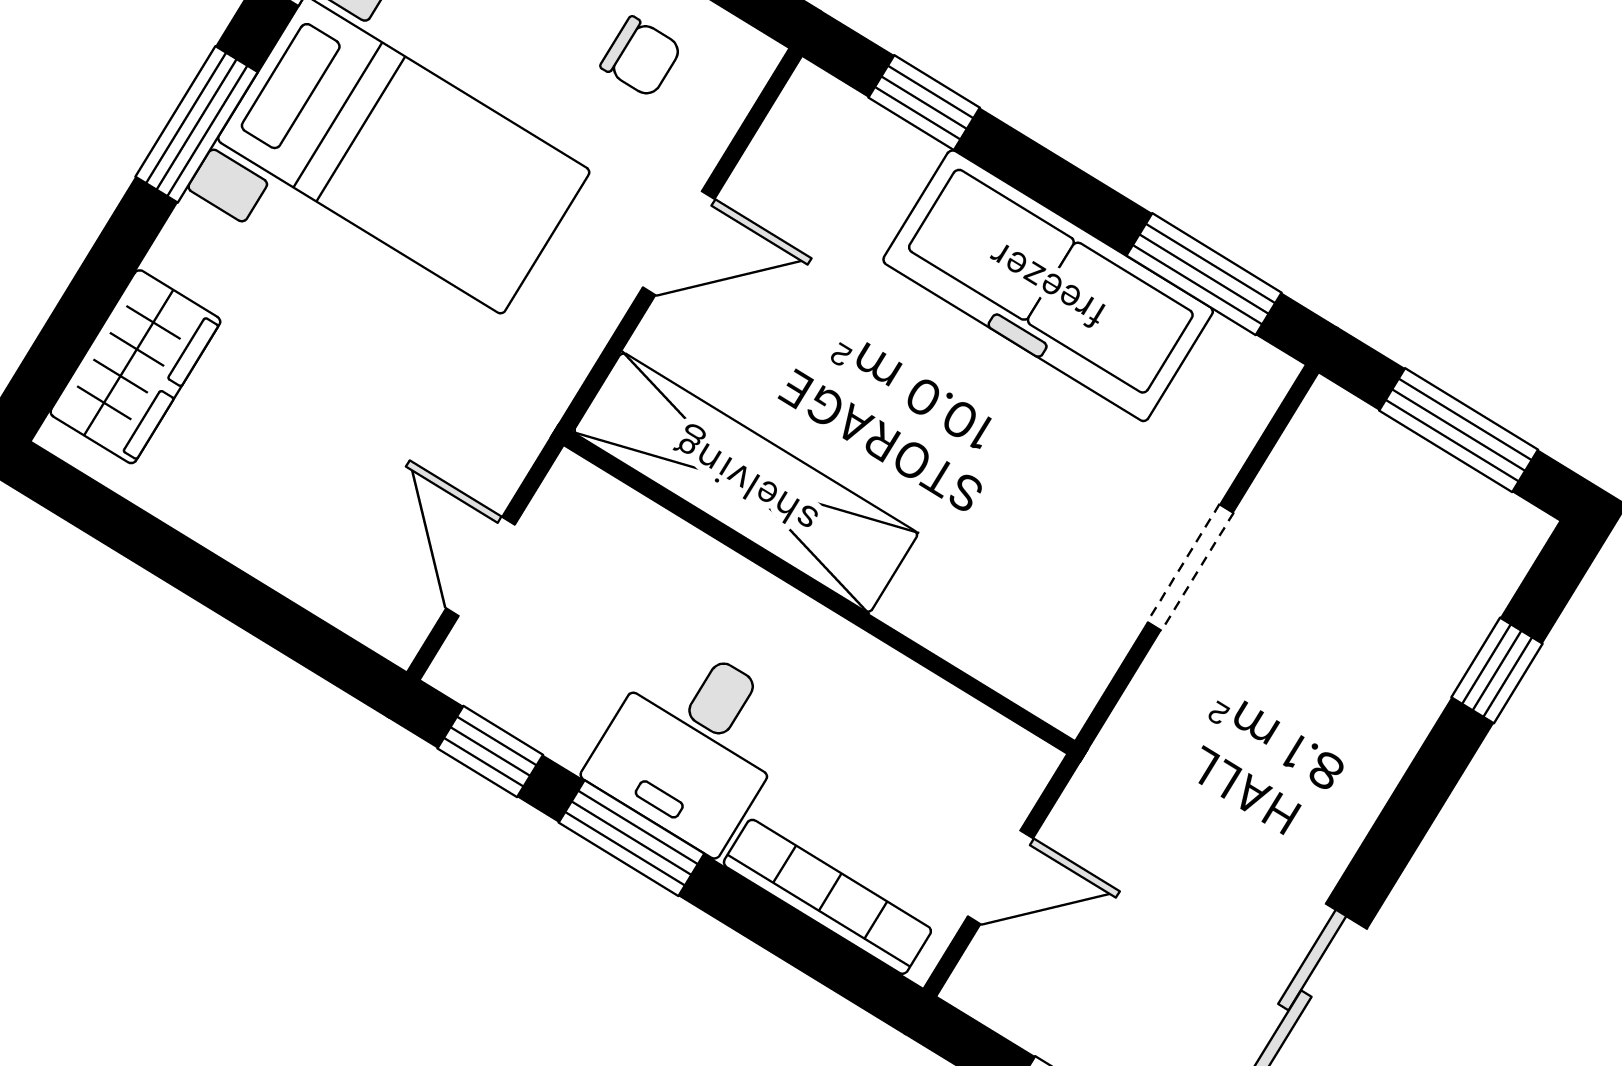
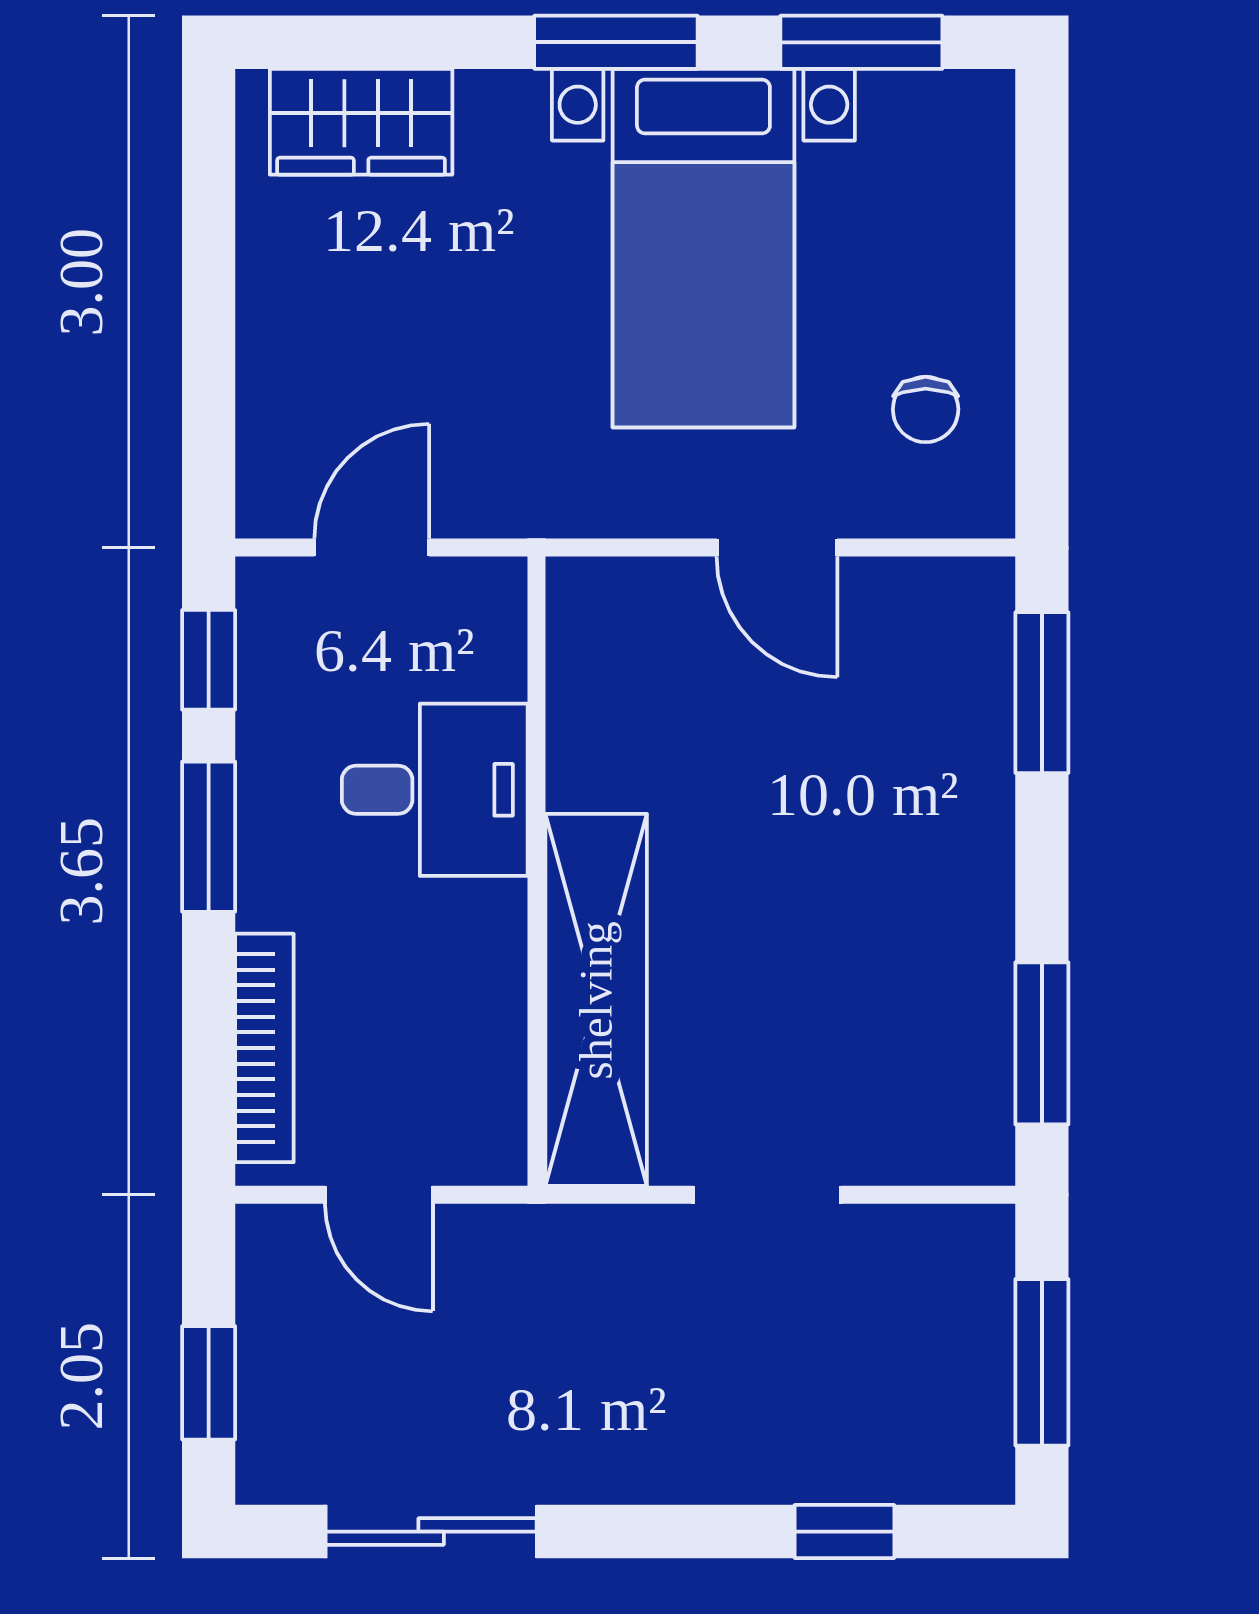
window: (924, 103) -> (1042, 693), width x1.50
freezer: (1048, 286) -> (944, 908), removed
shelving: (746, 483) -> (596, 1000), moved
desk: (693, 744) -> (435, 790), moved, turned 180

